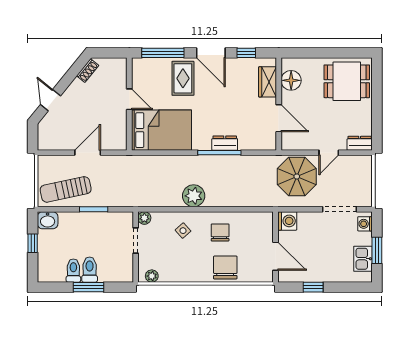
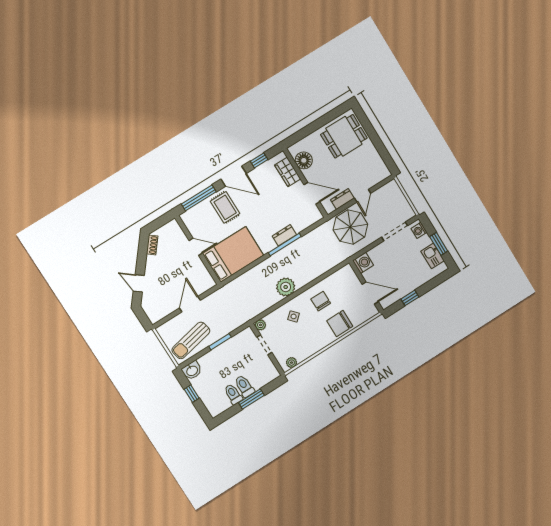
dresser: (360, 143) -> (342, 199), moved
chair: (225, 268) -> (340, 323), turned -90

